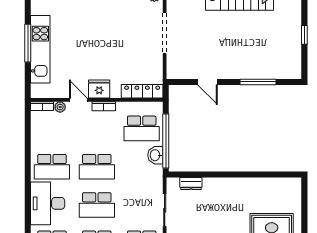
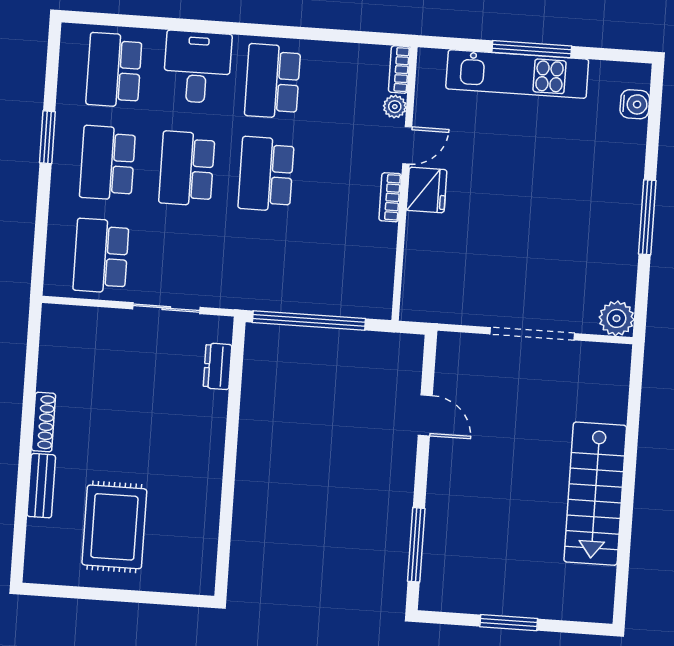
window: (304, 35) -> (509, 623), width x1.50
door: (208, 82) -> (425, 415), swing flipped
window: (258, 82) -> (416, 545), moved
locker: (142, 91) -> (416, 279), removed
school desk: (142, 128) -> (339, 272), removed
washbasin: (155, 155) -> (281, 297), removed
desk: (48, 203) -> (197, 67), width x0.73

